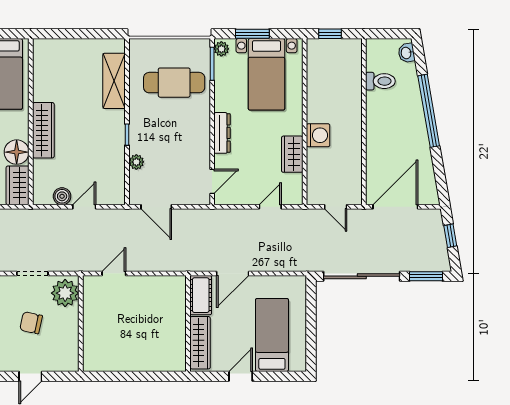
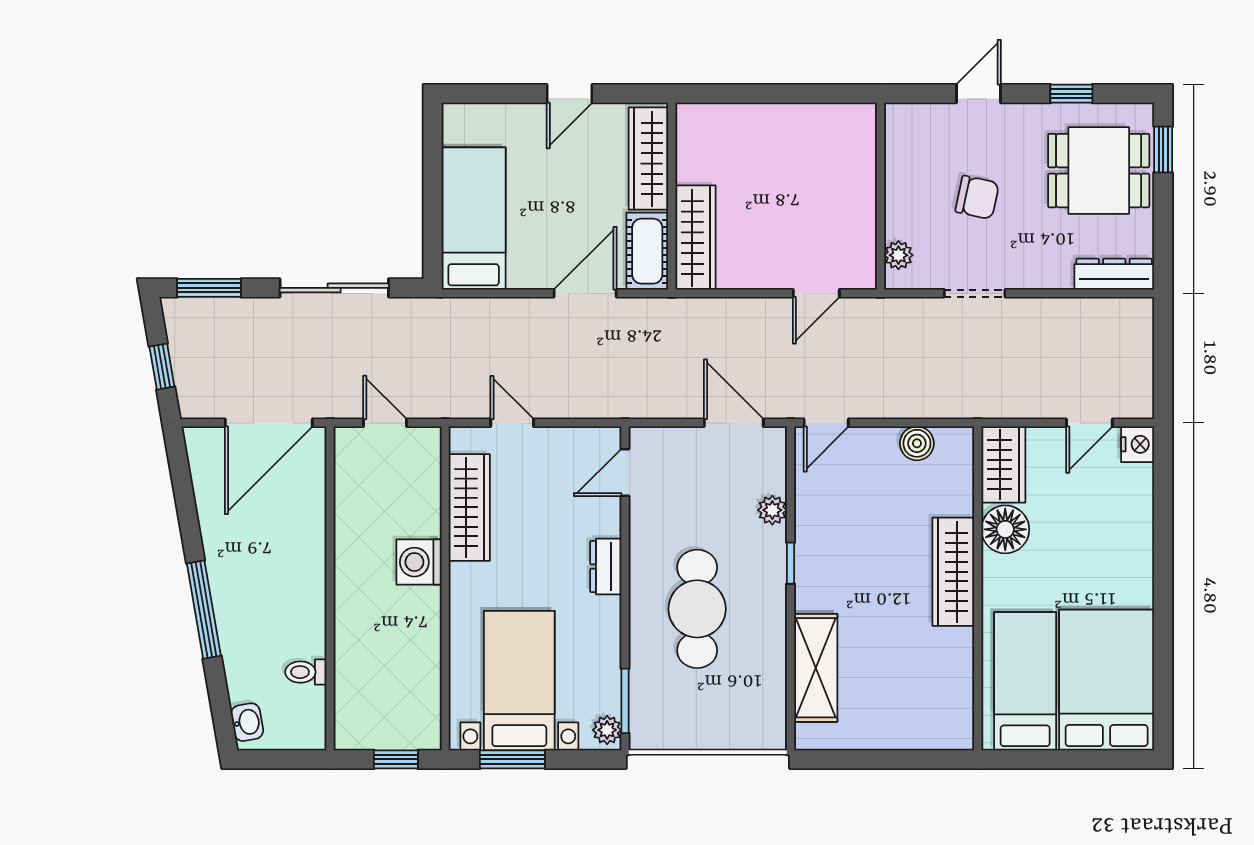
window: (252, 34) -> (512, 759), moved
toilet: (380, 81) -> (306, 672), width x0.73, depth x0.72
cafe table: (174, 83) -> (697, 609), moved, turned 90
window: (429, 111) -> (204, 610), width x0.68
dresser: (222, 133) -> (606, 566), width x0.70
wardrobe: (292, 154) -> (469, 507), width x1.50
door: (84, 207) -> (826, 423), moved
door: (270, 207) -> (512, 423), swing flipped
sliding door: (362, 276) -> (334, 288), width x0.73
plant: (65, 293) -> (898, 255), width x0.53, depth x0.53
wardrobe: (176, 302) -> (696, 238), added
bed: (272, 335) -> (474, 219), moved, turned 180

